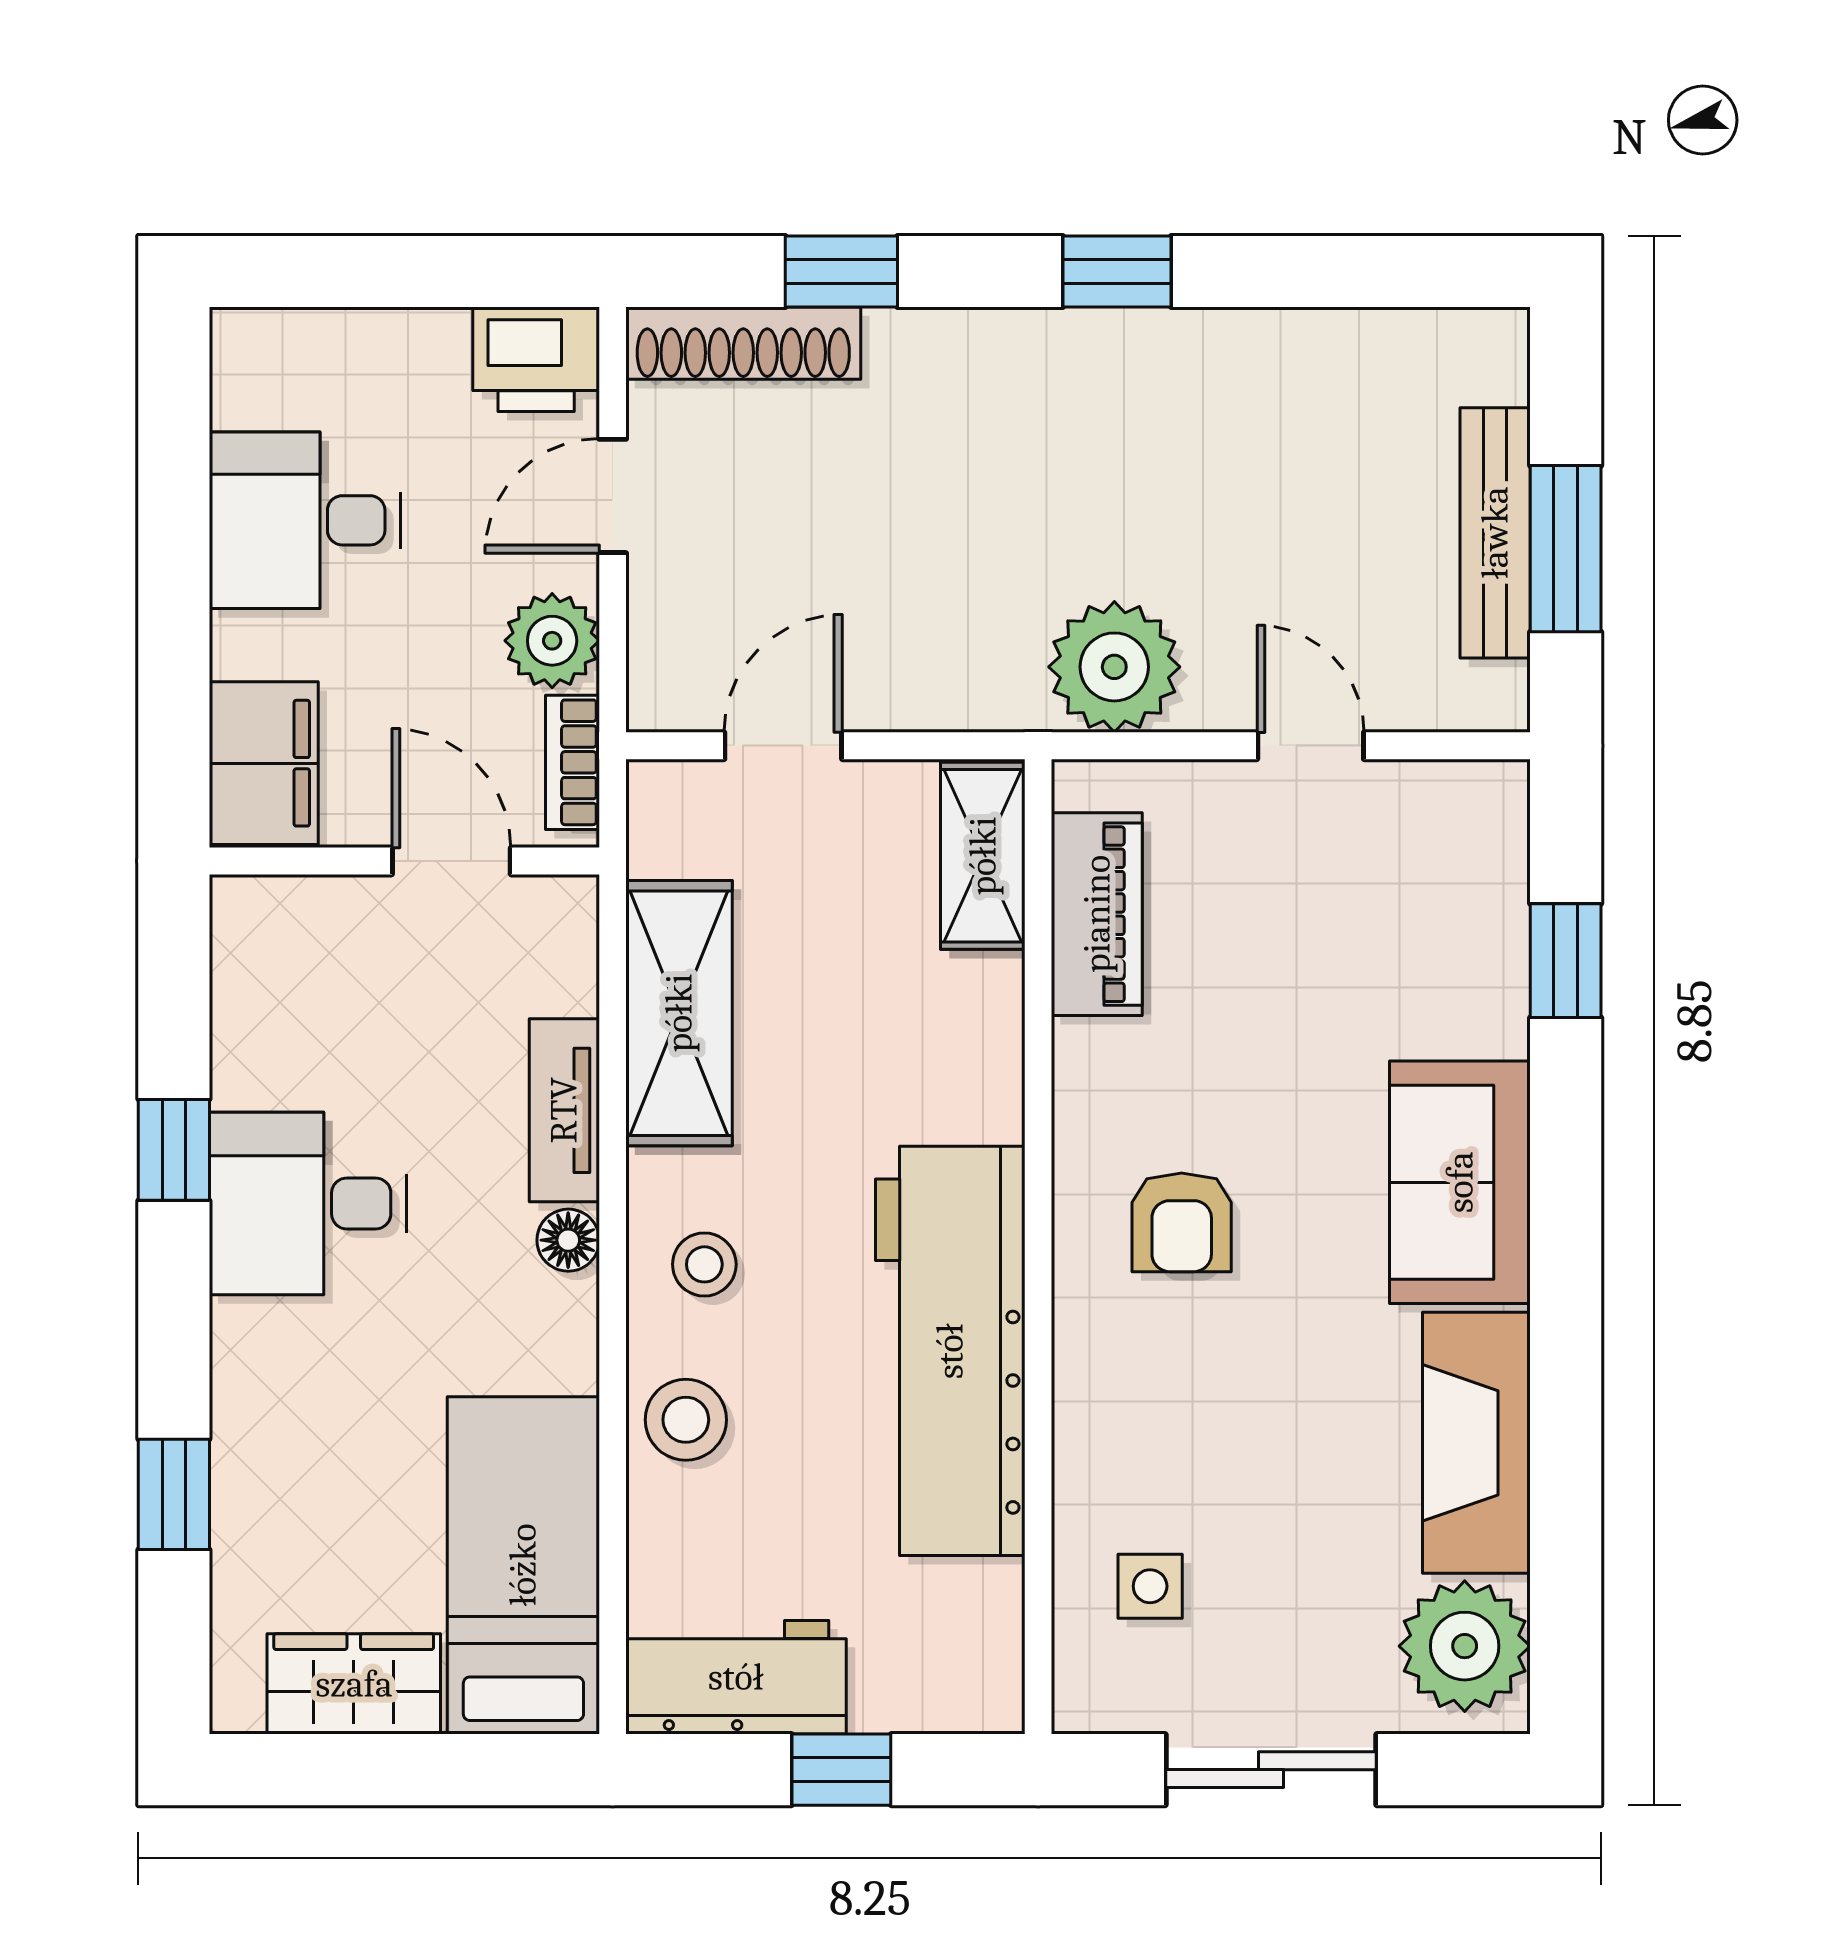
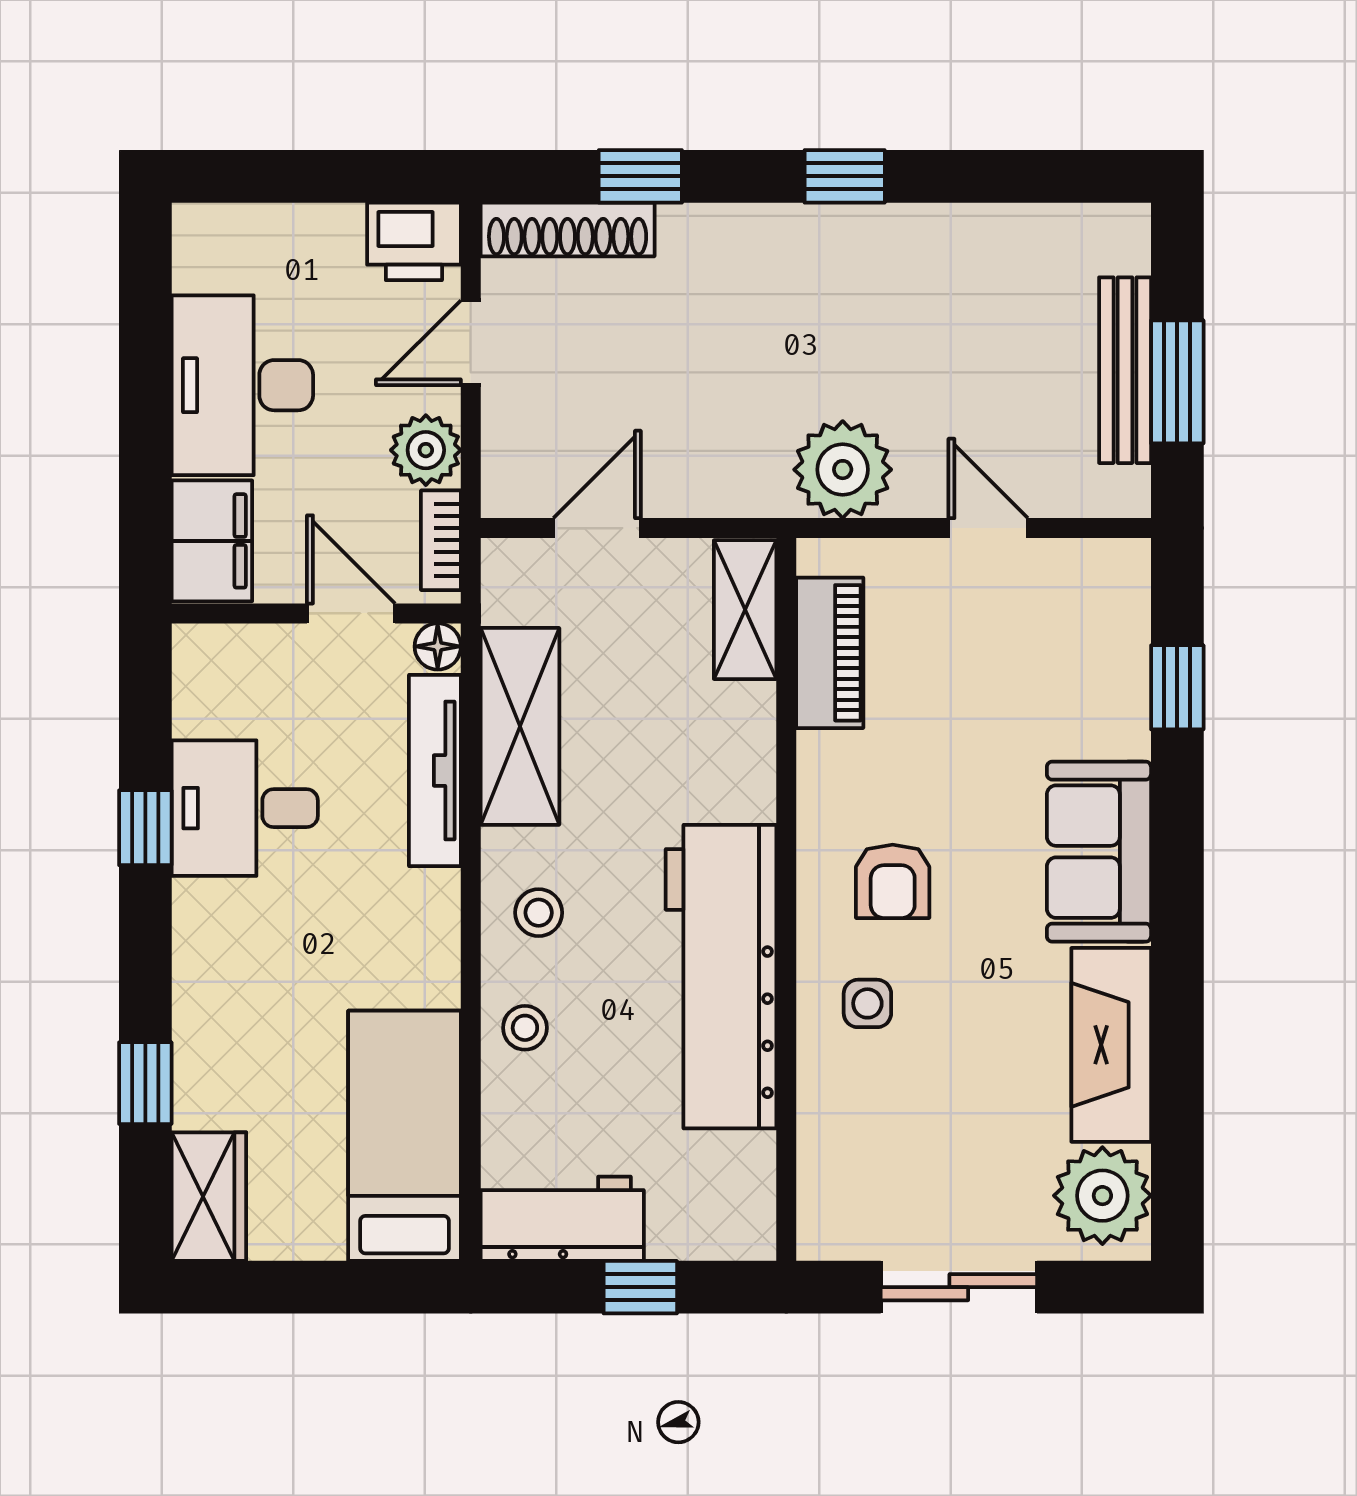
desk: (305, 520) -> (242, 385), width x1.37
tv unit: (564, 1110) -> (435, 771), width x1.41
desk: (308, 1203) -> (245, 808), moved
floor lamp: (568, 1240) -> (438, 646), moved
stool: (686, 1420) -> (525, 1028), width x0.73, depth x0.73
side table: (1150, 1586) -> (867, 1003), moved
wardrobe: (354, 1684) -> (209, 1197), moved, turned 90

